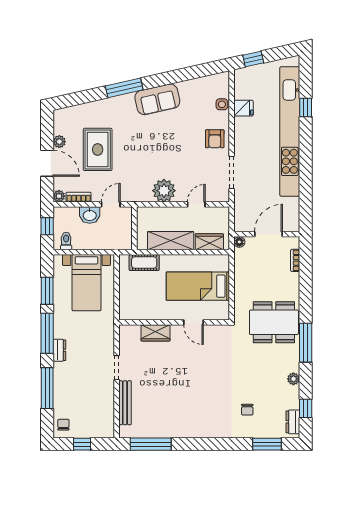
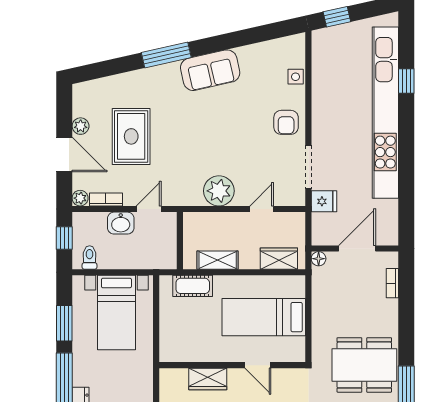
fridge: (243, 108) -> (324, 201), moved
shelving: (171, 241) -> (218, 260), width x0.67, depth x0.75

